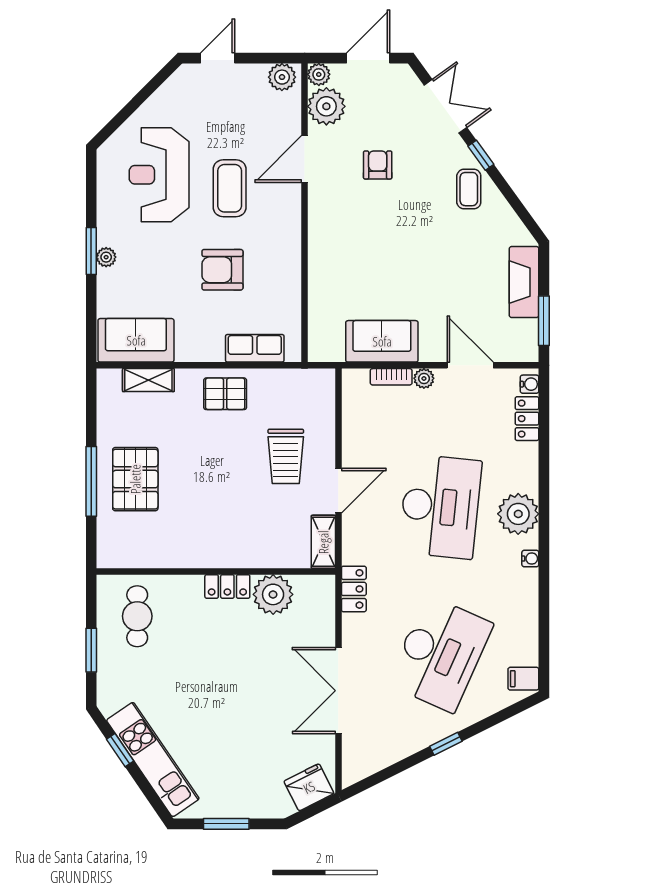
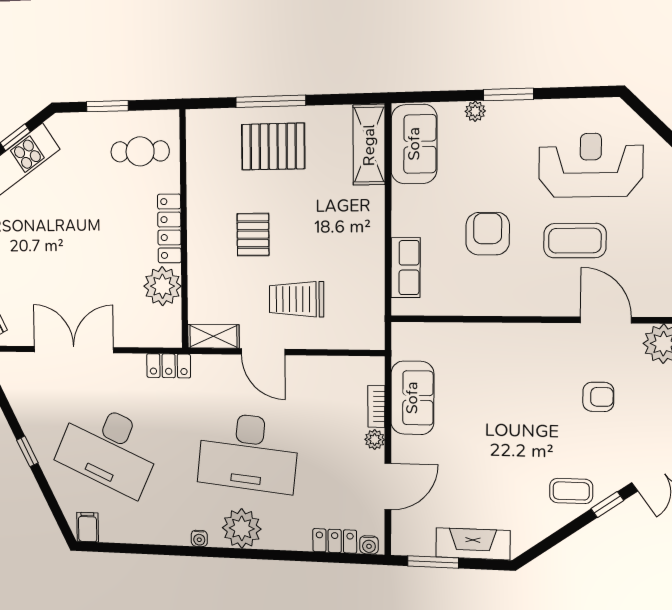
plant: (106, 257) -> (475, 111), moved
shelving: (148, 380) -> (369, 145), width x1.50, depth x1.33
pallet: (225, 394) -> (253, 235), moved
locker: (227, 586) -> (169, 229), width x1.53

